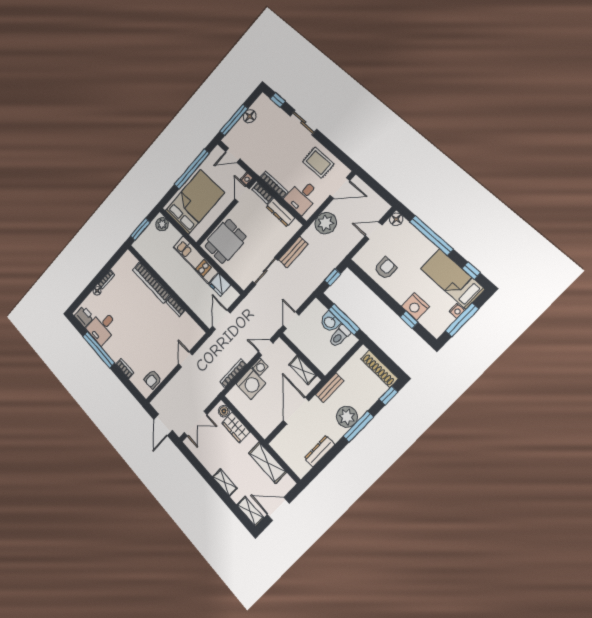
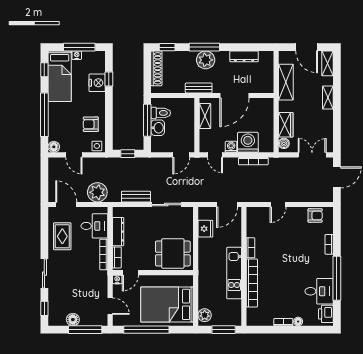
side table: (363, 257) -> (97, 146), added
kitchen unit: (195, 260) -> (234, 273), moved, turned 180

